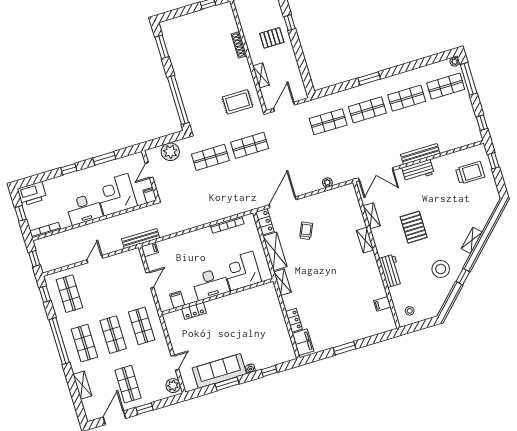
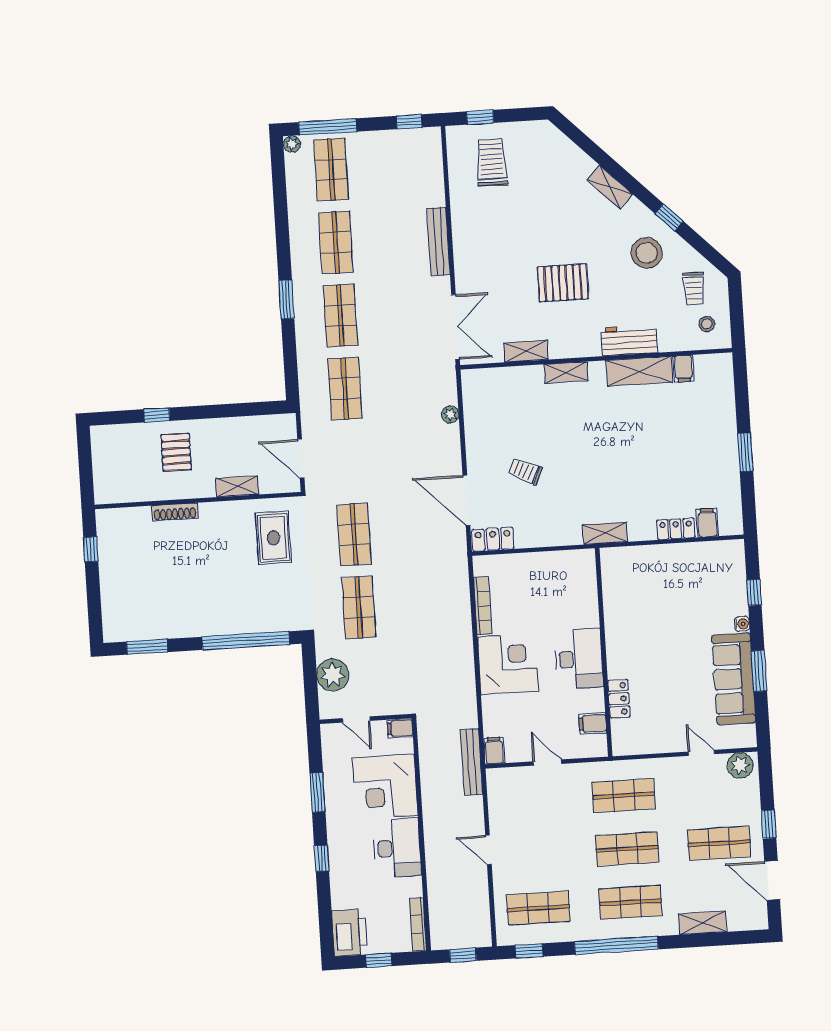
workbench: (418, 171) -> (467, 252), removed
shelving: (275, 251) -> (639, 371), moved
corner desk: (242, 271) -> (508, 664), moved, turned 180
trolley: (427, 299) -> (694, 288), added
filing cabinet: (303, 342) -> (707, 523), width x0.50

